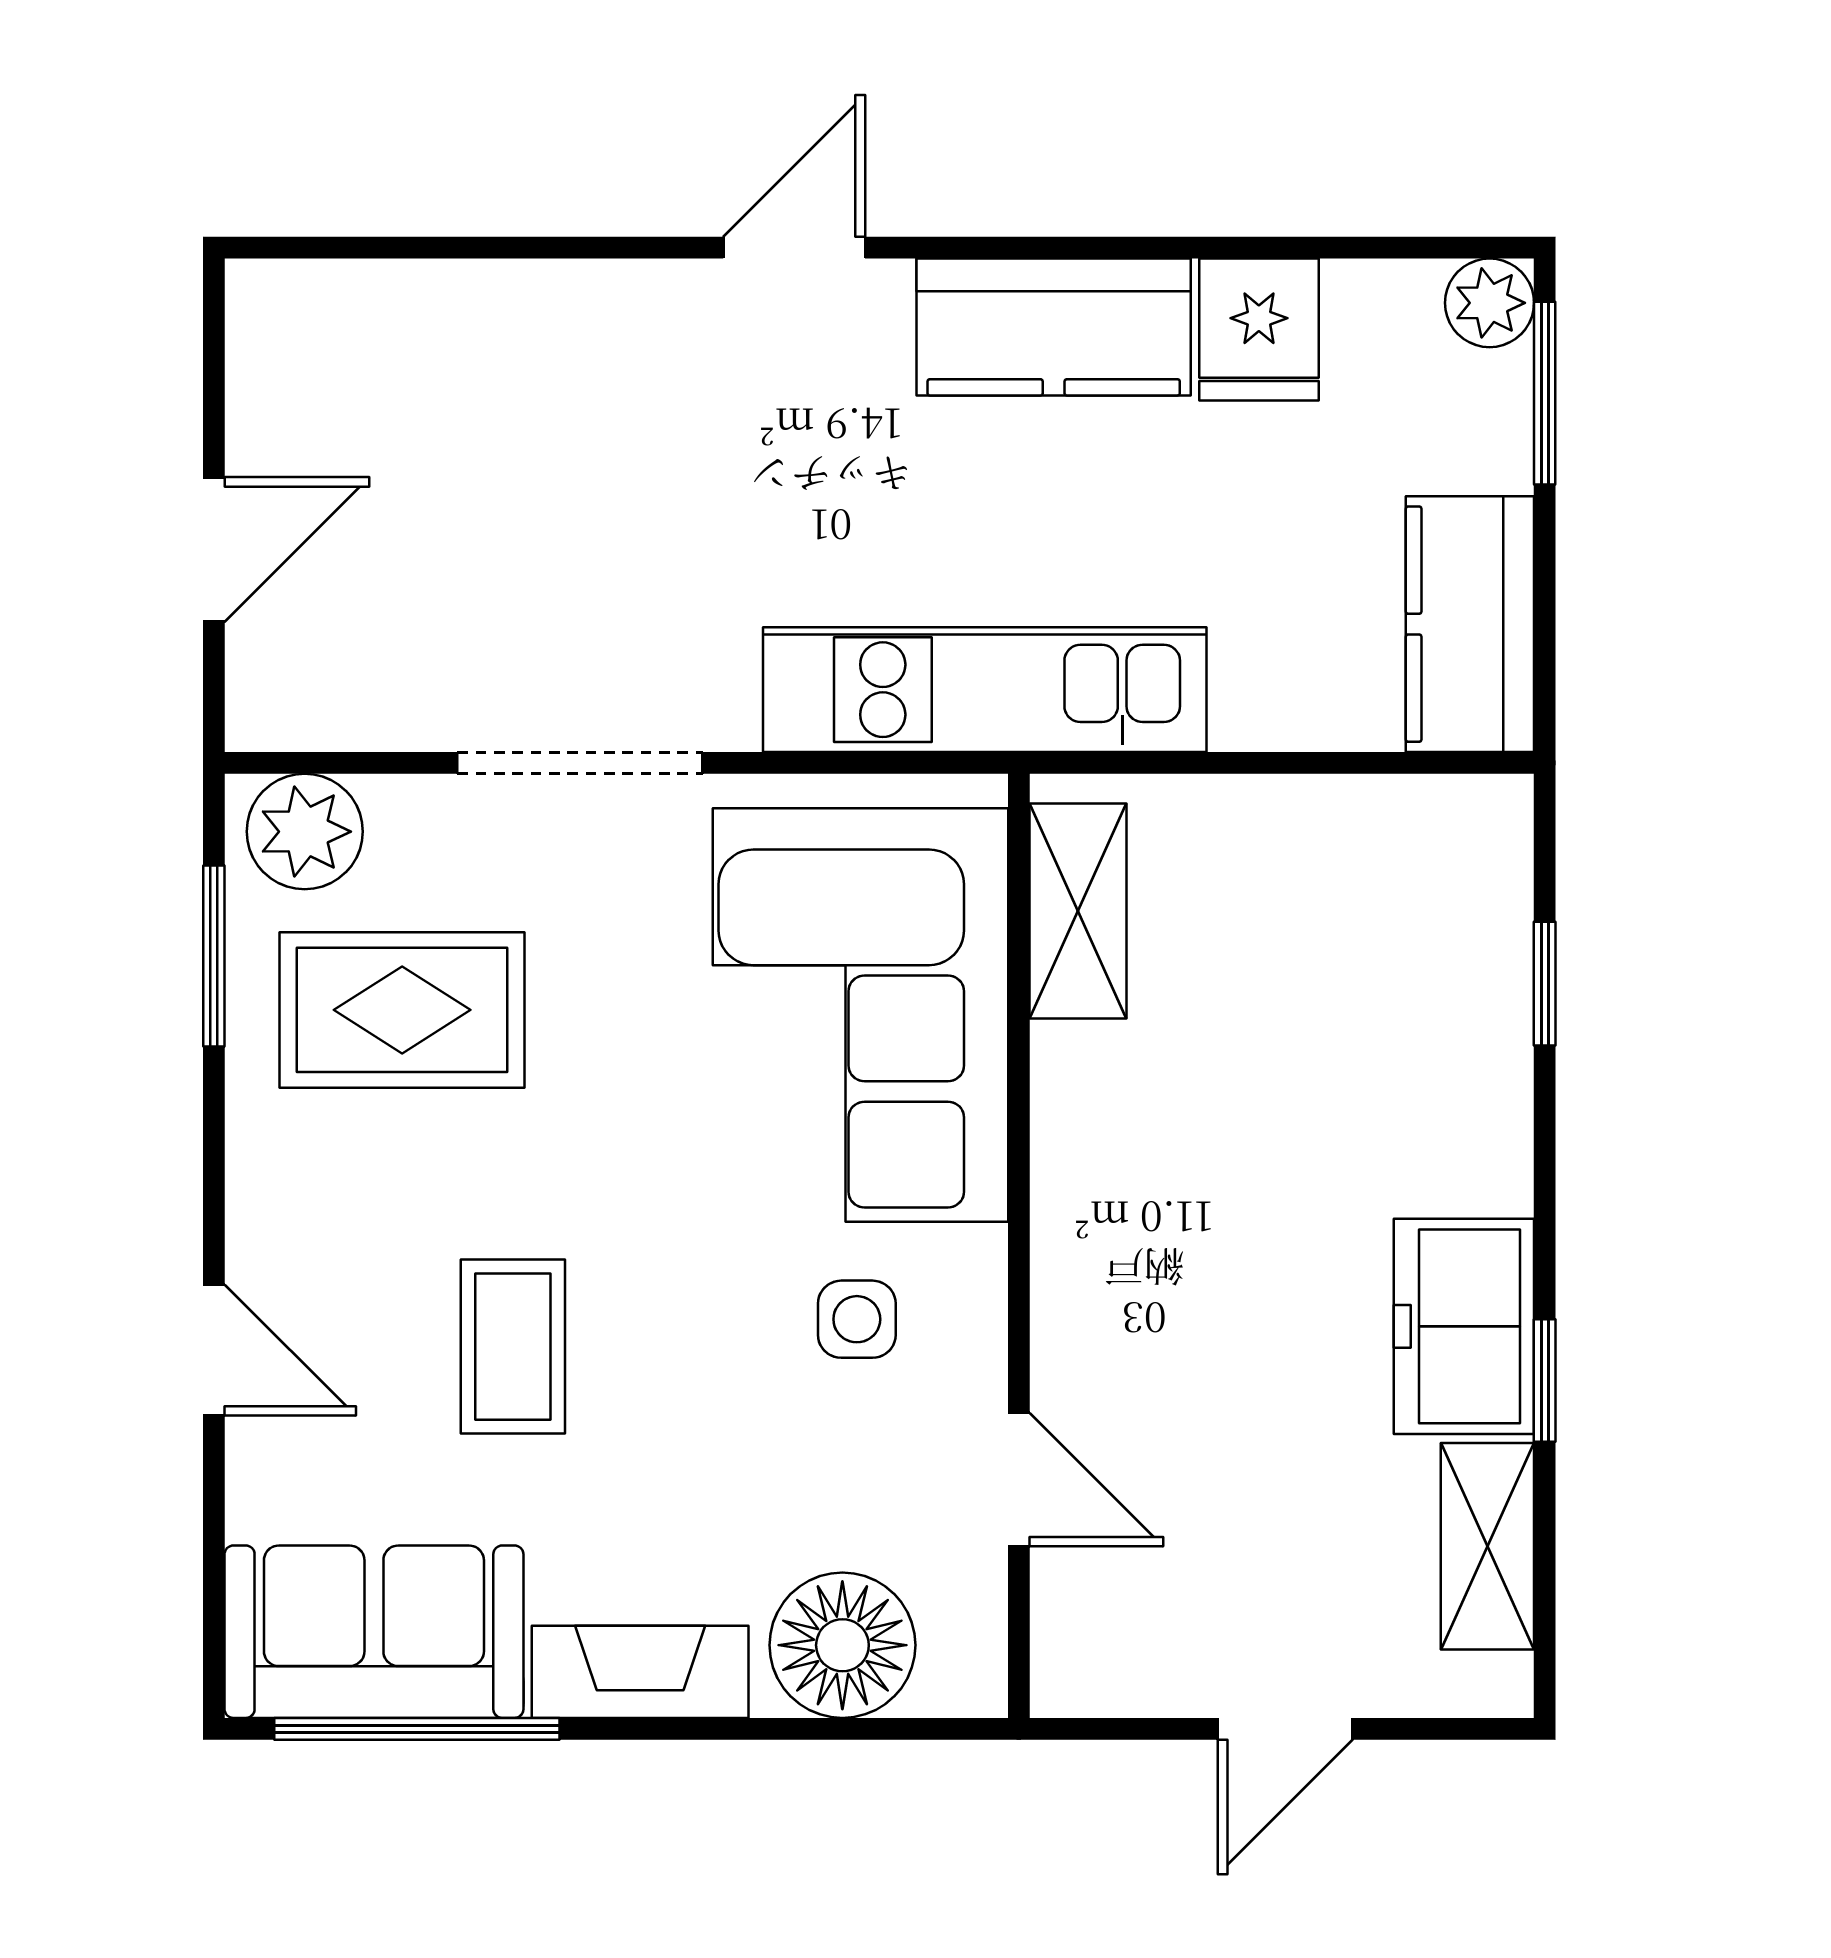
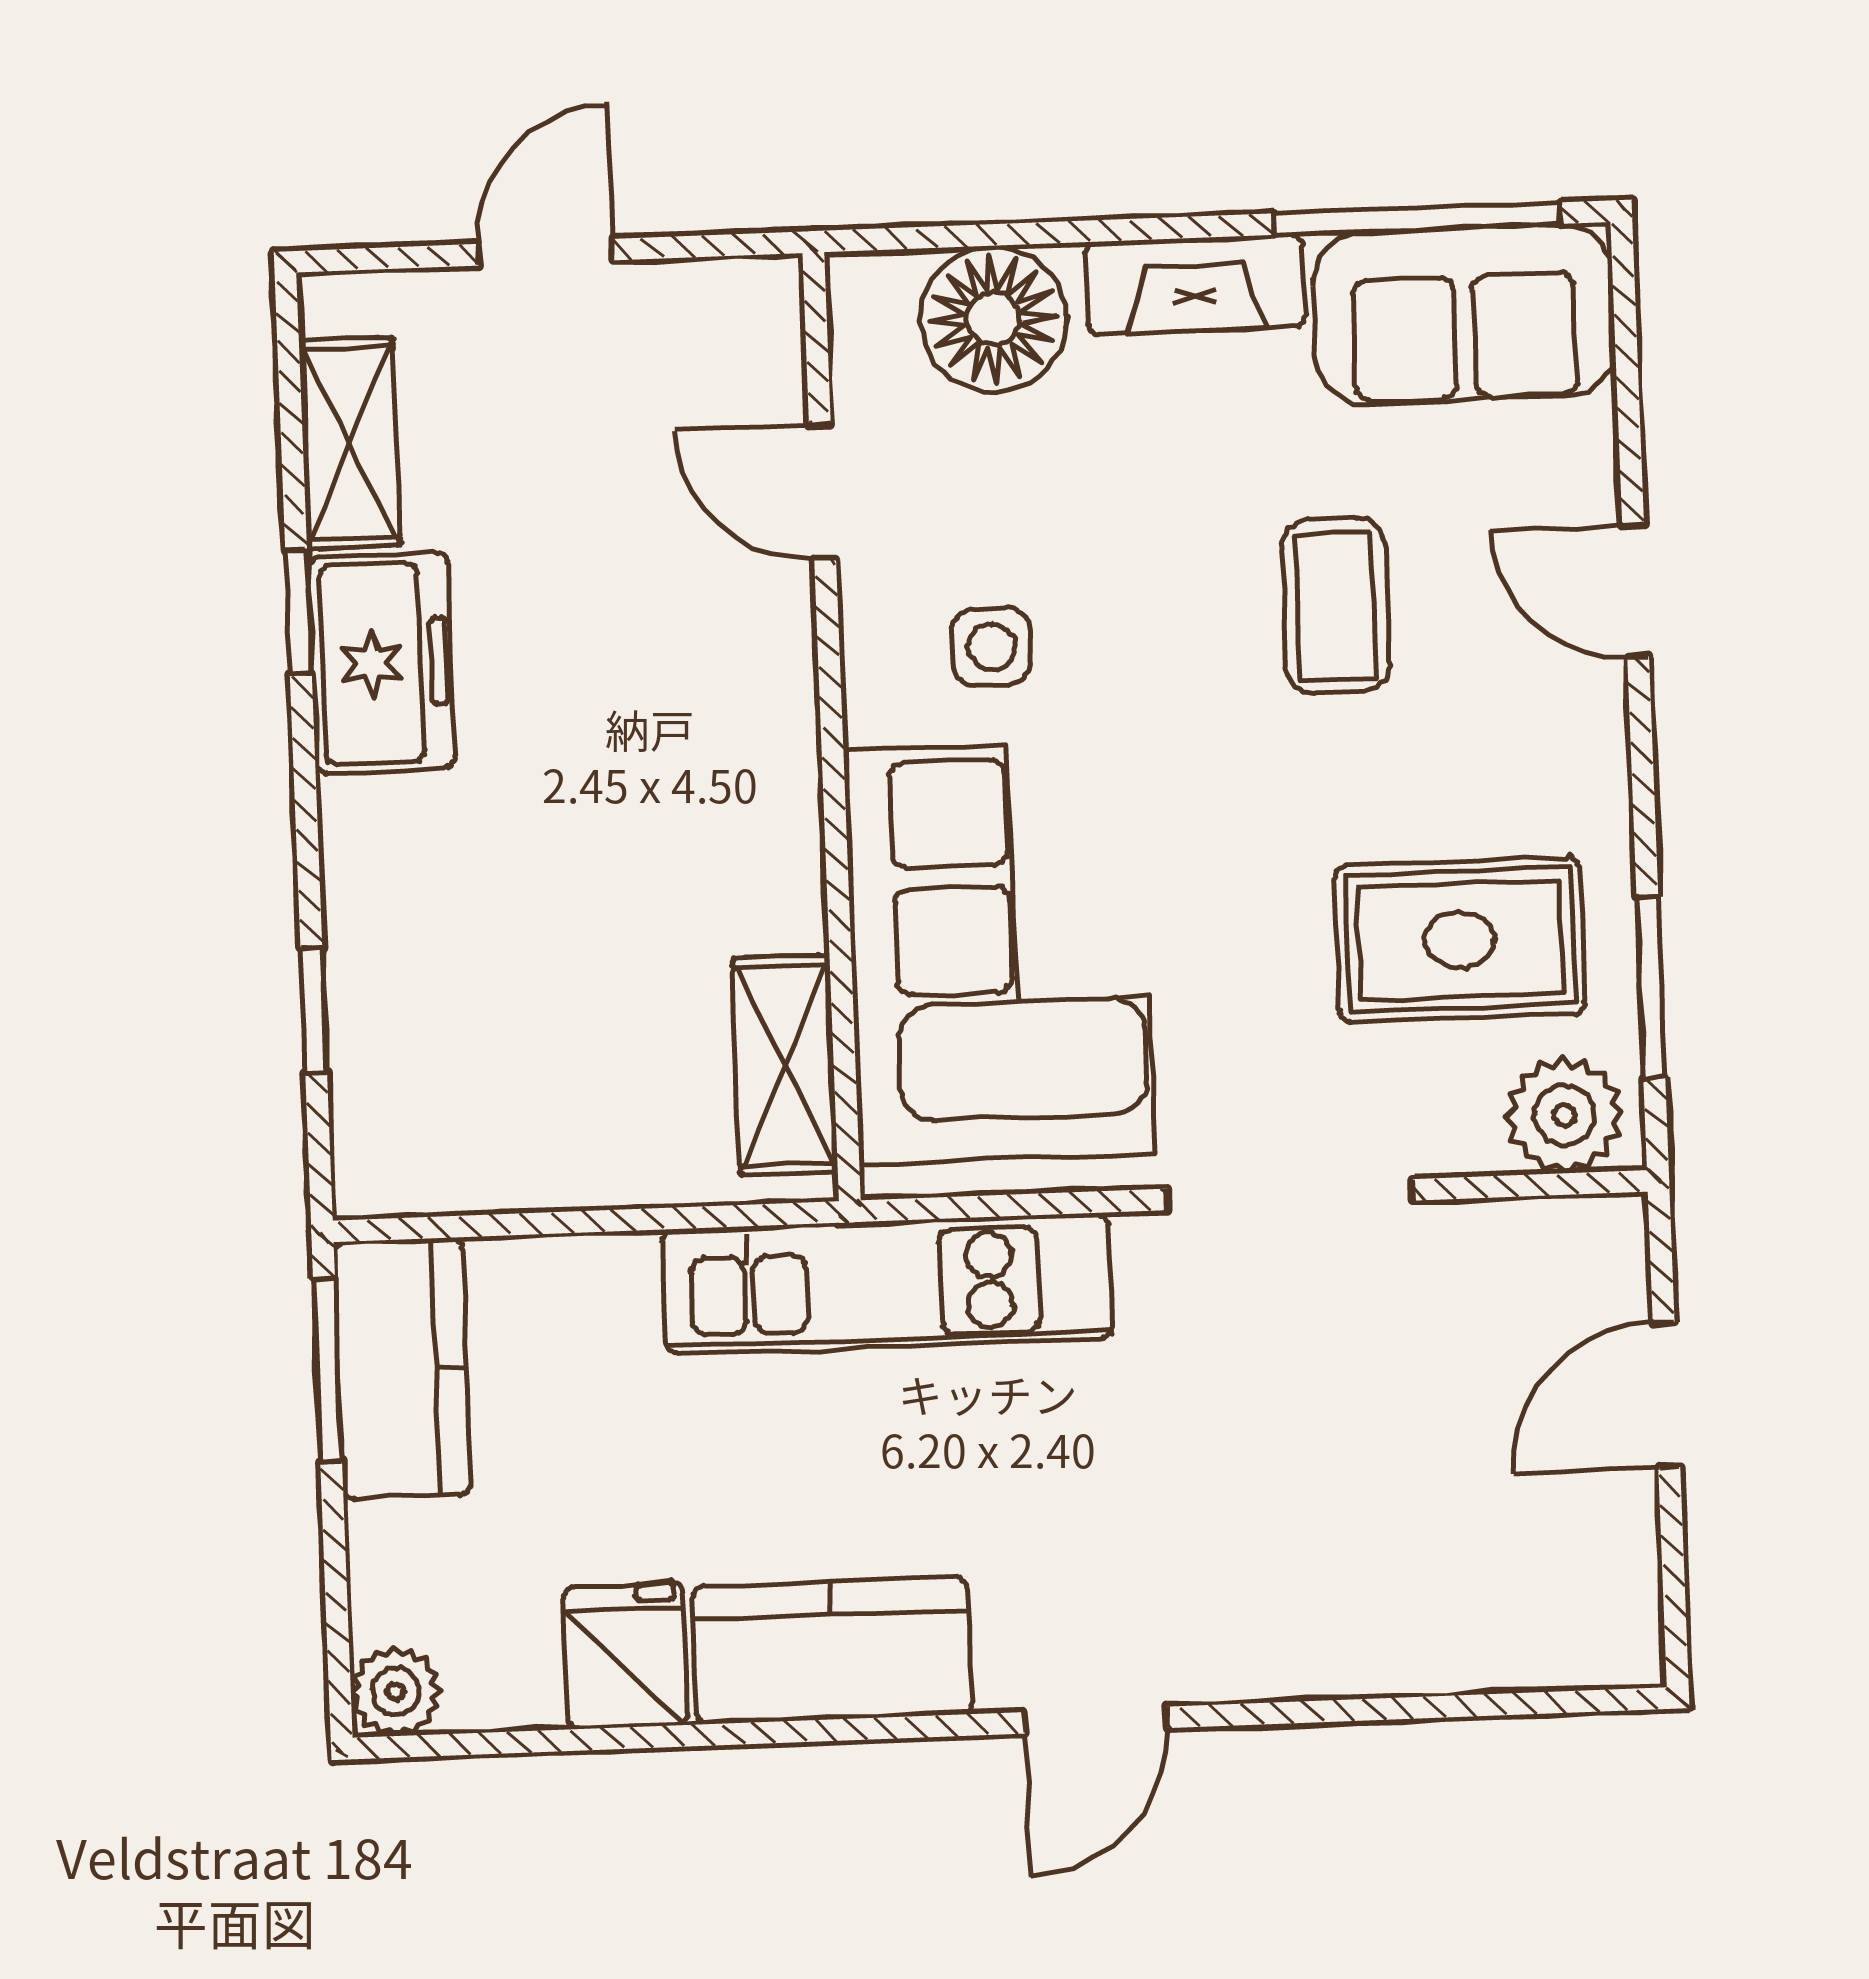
window: (1545, 393) -> (328, 1370), moved

